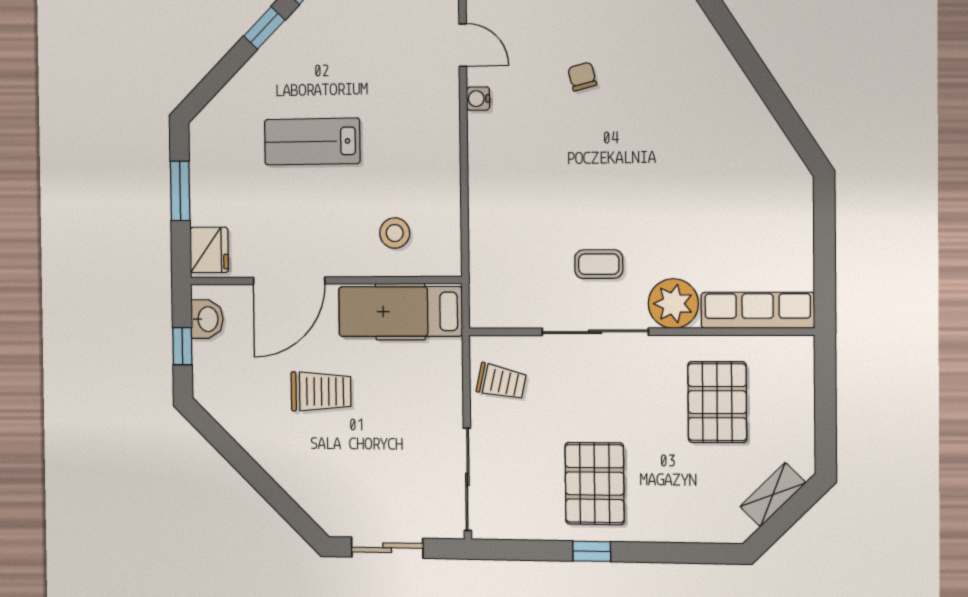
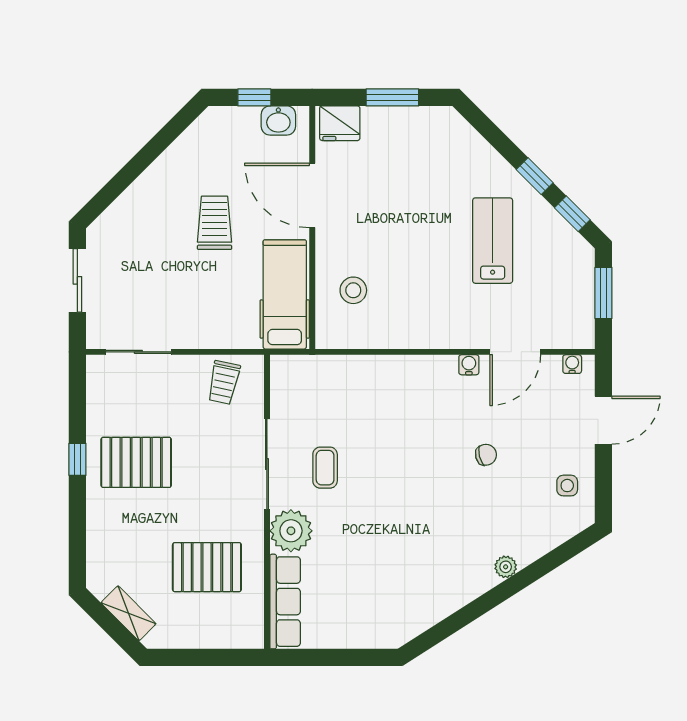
door: (463, 45) -> (515, 352), width x1.38
plant: (714, 50) -> (506, 567), added
lab bench: (312, 141) -> (493, 241), moved
trolley: (321, 391) -> (215, 223), turned 180
sliding door: (467, 479) -> (138, 352), width x0.73

